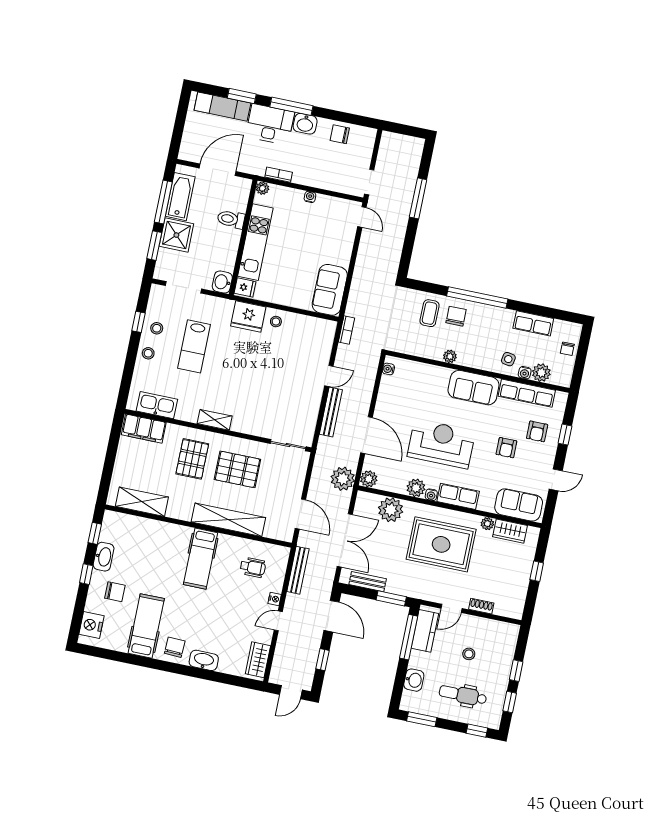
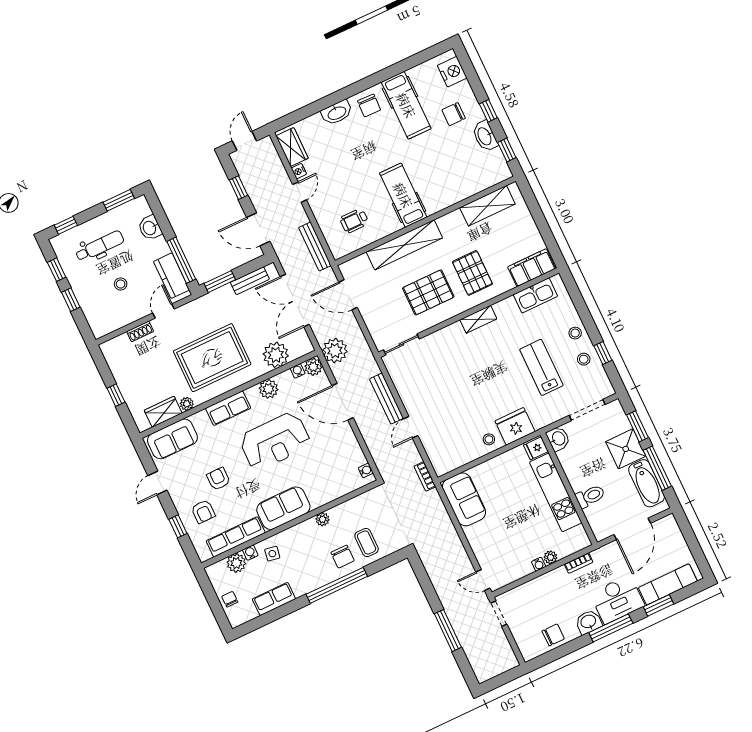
plant: (262, 188) -> (550, 557), moved
armchair: (537, 431) -> (203, 512), turned 180
water cooler: (431, 495) -> (298, 371), moved
nightstand: (275, 599) -> (299, 171), moved

